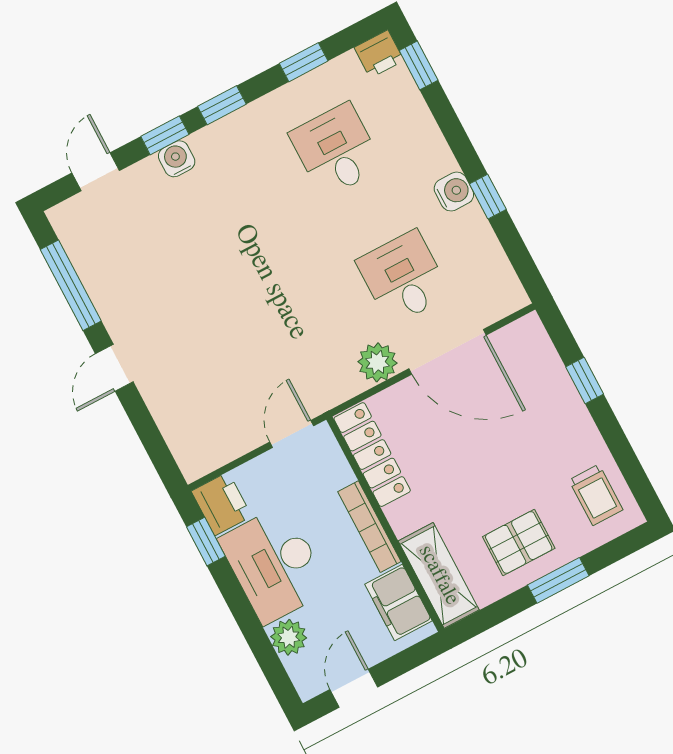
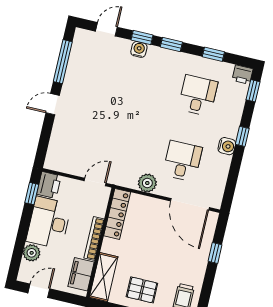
window: (488, 197) -> (242, 136), moved
door: (447, 352) -> (190, 204), moved

